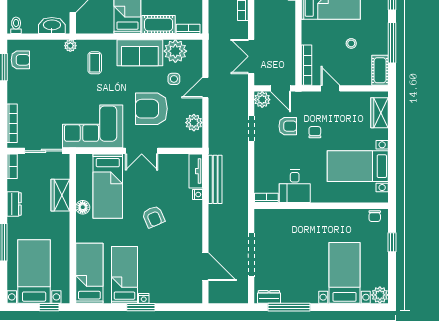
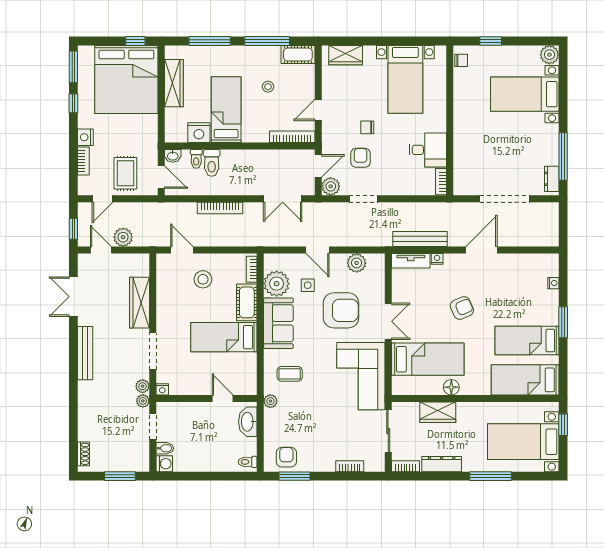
armchair: (151, 109) -> (341, 310), turned -90
bookcase: (12, 123) -> (350, 466), width x0.64
dresser: (14, 204) -> (442, 464), width x1.44
door: (205, 267) -> (481, 250), moved
nightstand: (144, 298) -> (553, 283), moved

